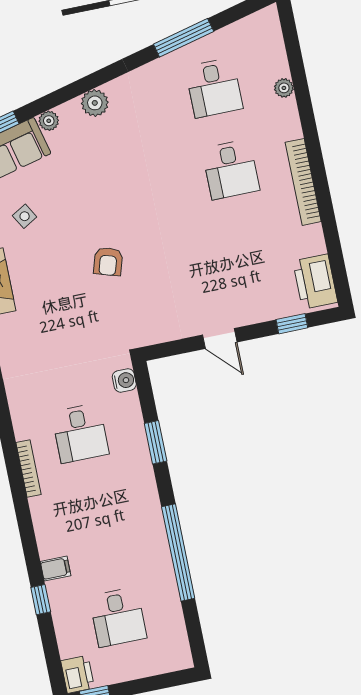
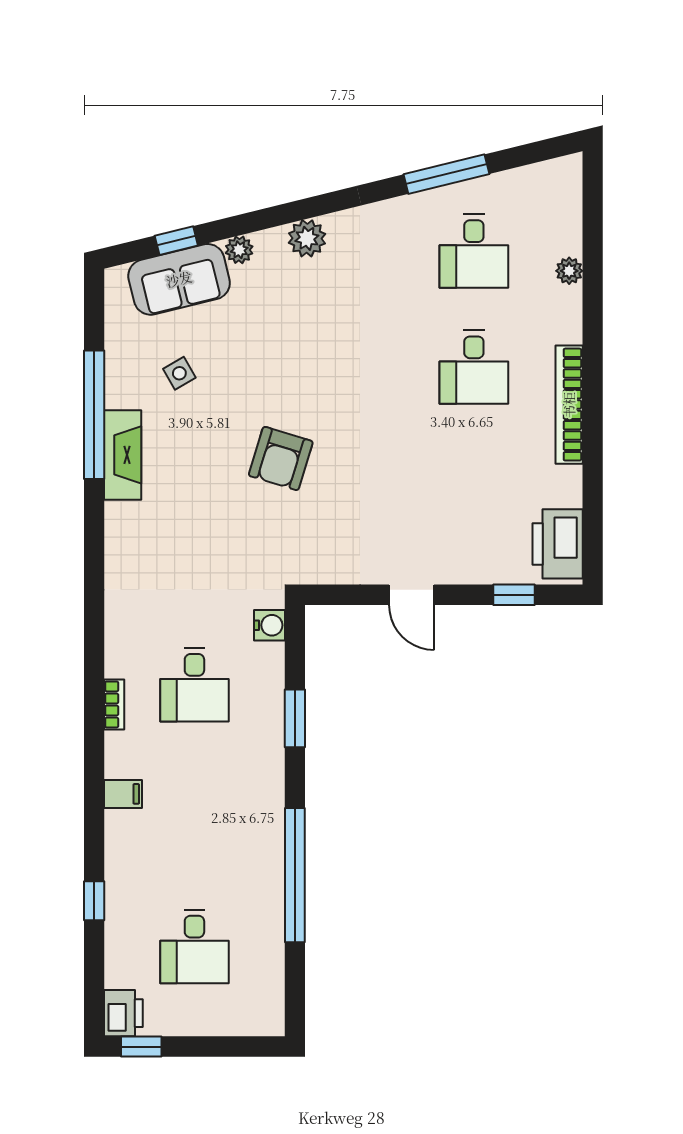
armchair: (108, 262) -> (281, 458), width x1.38, depth x1.38
bookcase: (28, 469) -> (114, 704), width x0.64
filing cabinet: (56, 569) -> (123, 794), moved

